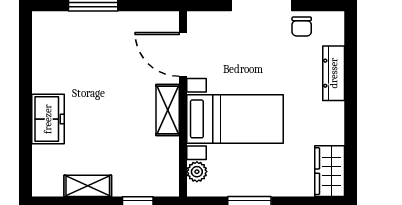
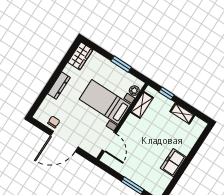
dresser: (334, 73) -> (59, 86), moved
shelving: (168, 110) -> (142, 105), moved
freezer: (48, 119) -> (173, 163), moved

